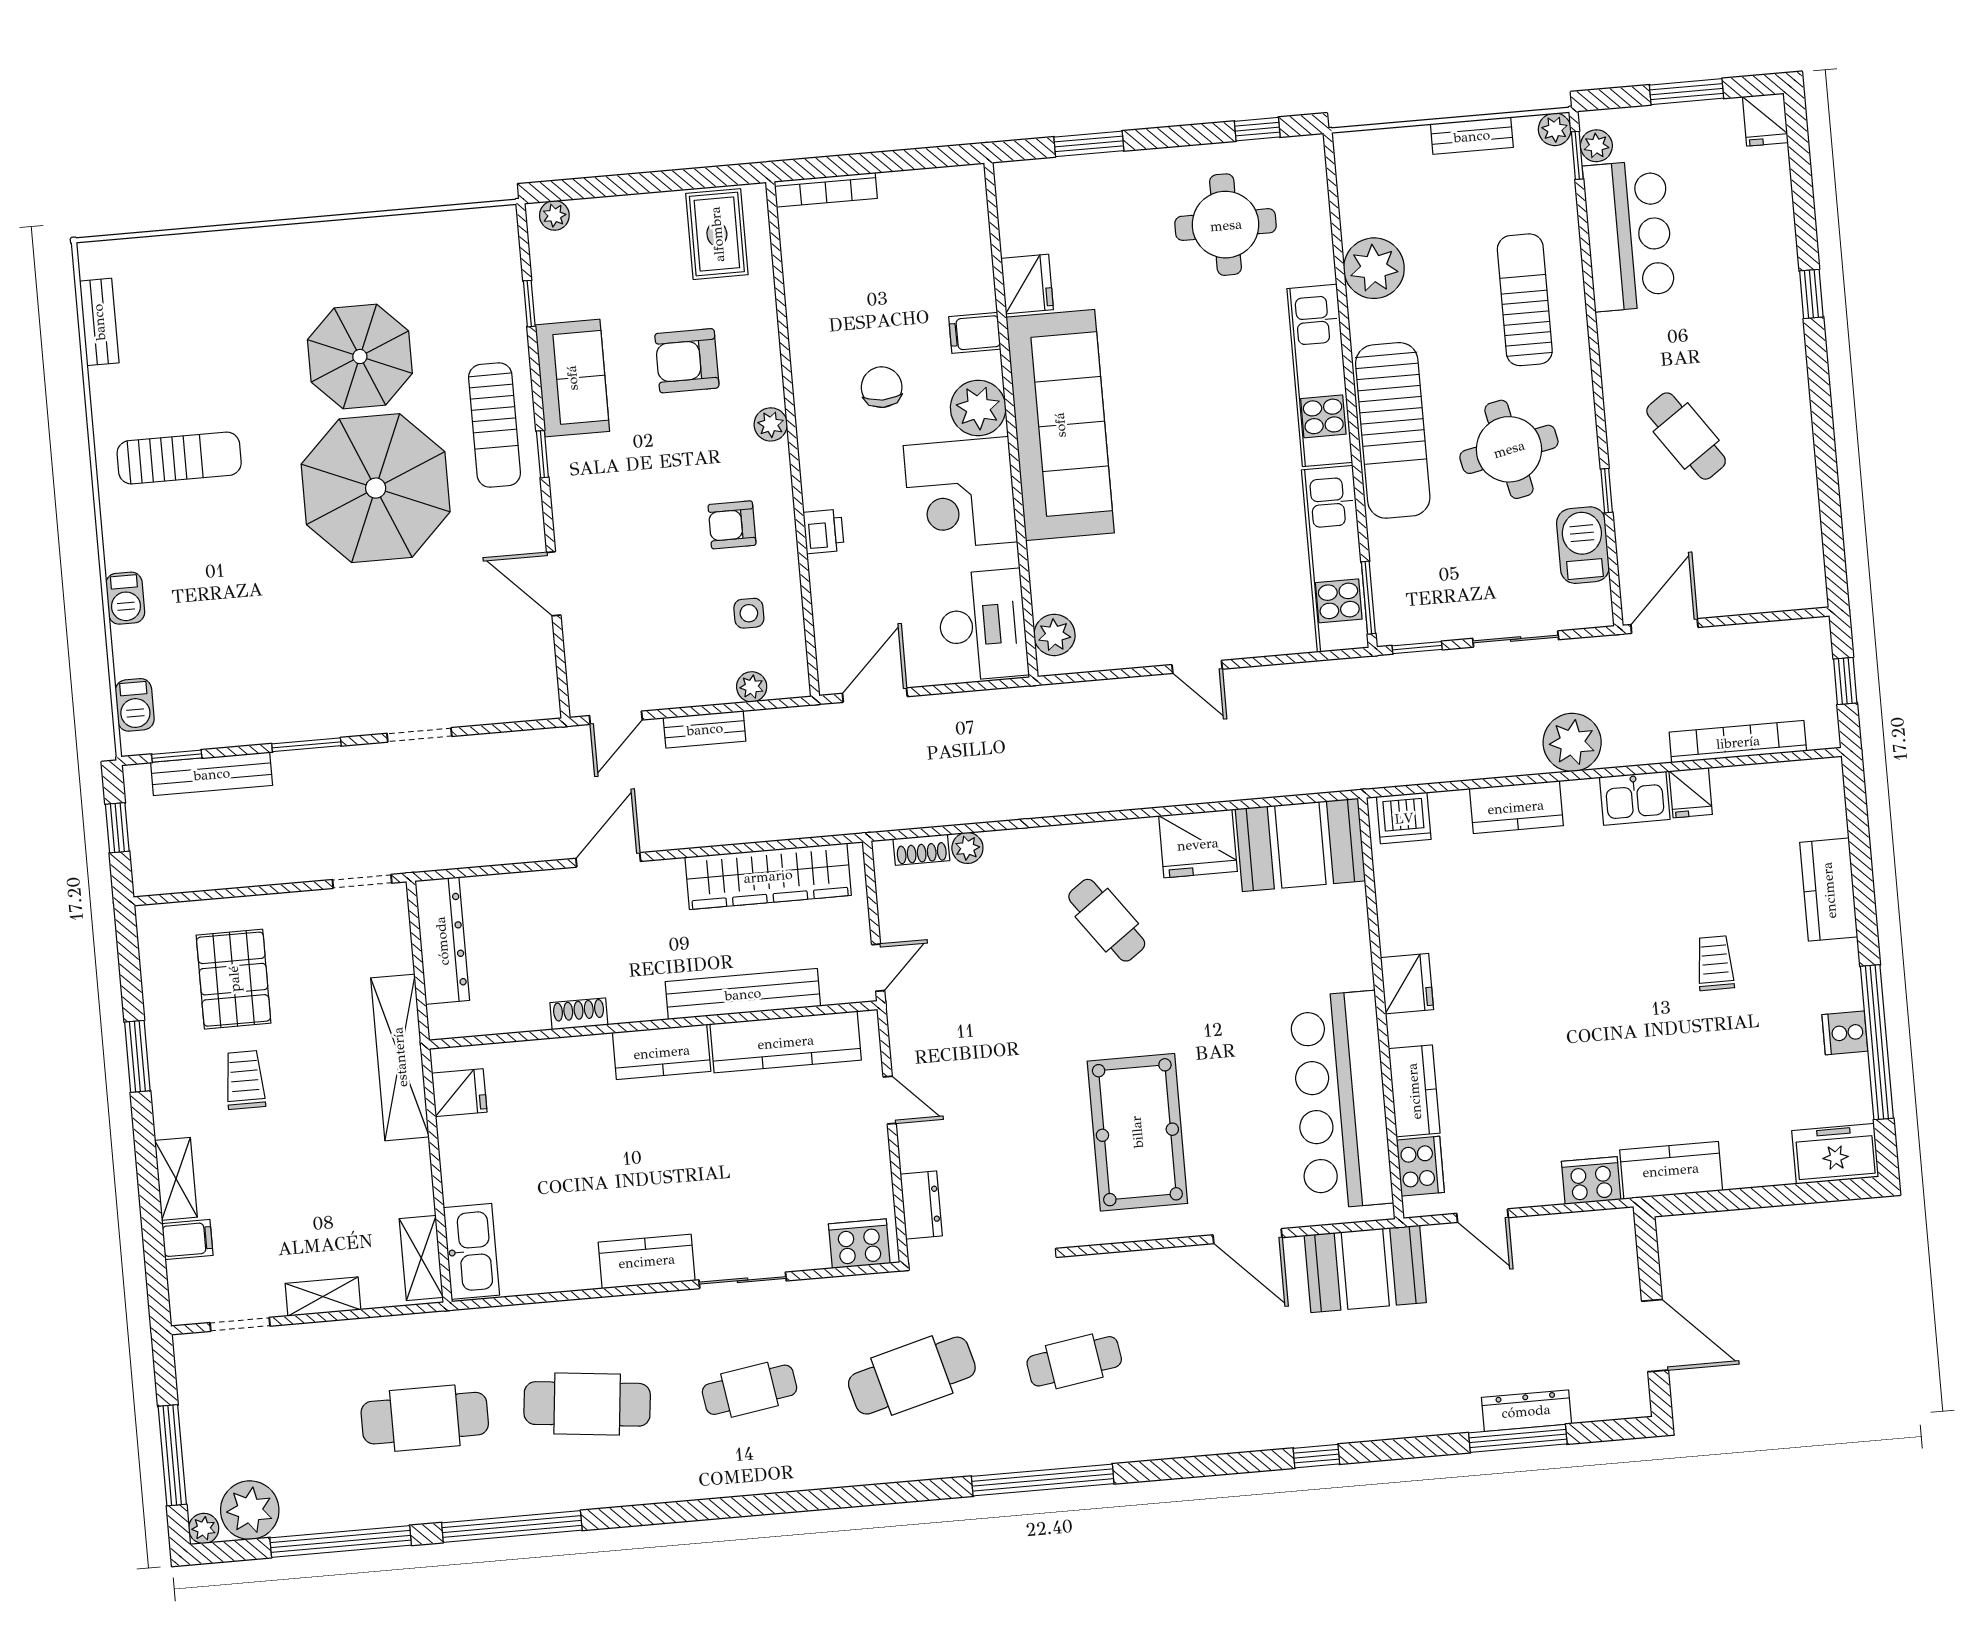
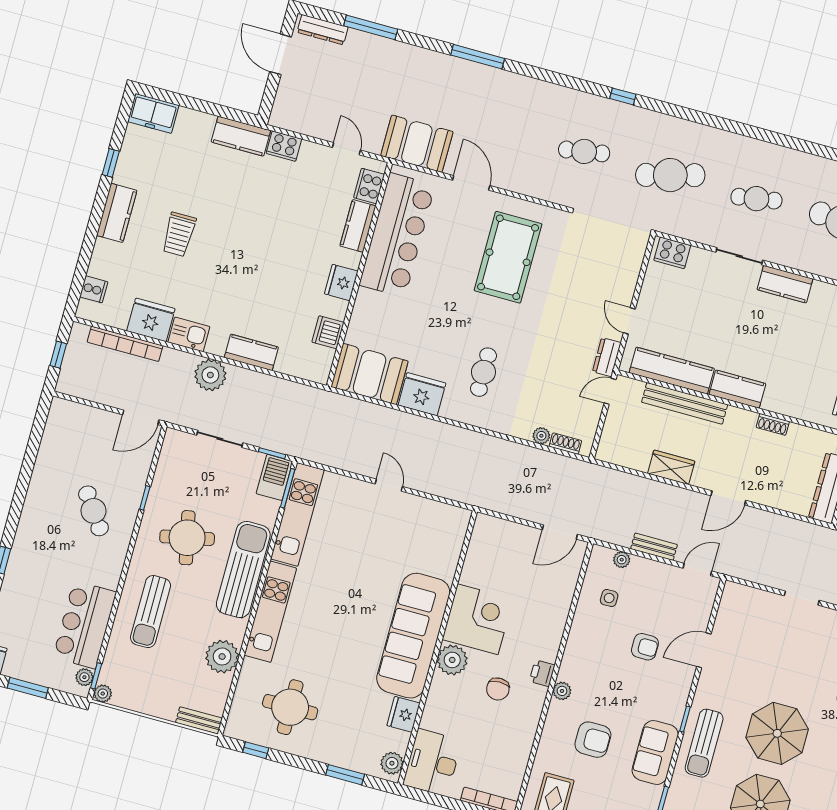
bench: (1472, 136) -> (199, 720), moved
filing cabinet: (975, 333) -> (440, 699), removed
sun lounger: (495, 425) -> (704, 743), turned 180
parasol: (376, 488) -> (777, 733), width x0.73, depth x0.73
armchair: (732, 525) -> (645, 647), moved
printer: (824, 531) -> (542, 673), moved
barbecue: (1583, 545) -> (274, 477), moved, turned 180
door: (554, 584) -> (704, 650), swing flipped
desk: (983, 625) -> (432, 762), moved
plant: (1054, 635) -> (392, 763), moved
fridge: (1691, 793) -> (151, 320), width x1.88, depth x1.34
dishwasher: (1404, 818) -> (328, 332), moved, turned -90
wardrobe: (768, 876) -> (671, 467), width x0.48, depth x0.85
kitchen counter: (1829, 890) -> (117, 213), moved
cafe table: (1107, 920) -> (483, 372), turned 36
trolley: (1715, 963) -> (179, 234), width x1.36, depth x1.39
cooker: (1845, 1033) -> (94, 289), moved
window: (1877, 1042) -> (111, 163), width x0.32
dresser: (921, 1205) -> (607, 357), moved
dresser: (1526, 1411) -> (323, 30), moved
window: (1316, 1456) -> (478, 57), width x2.17
window: (1043, 1480) -> (623, 96), width x0.32

